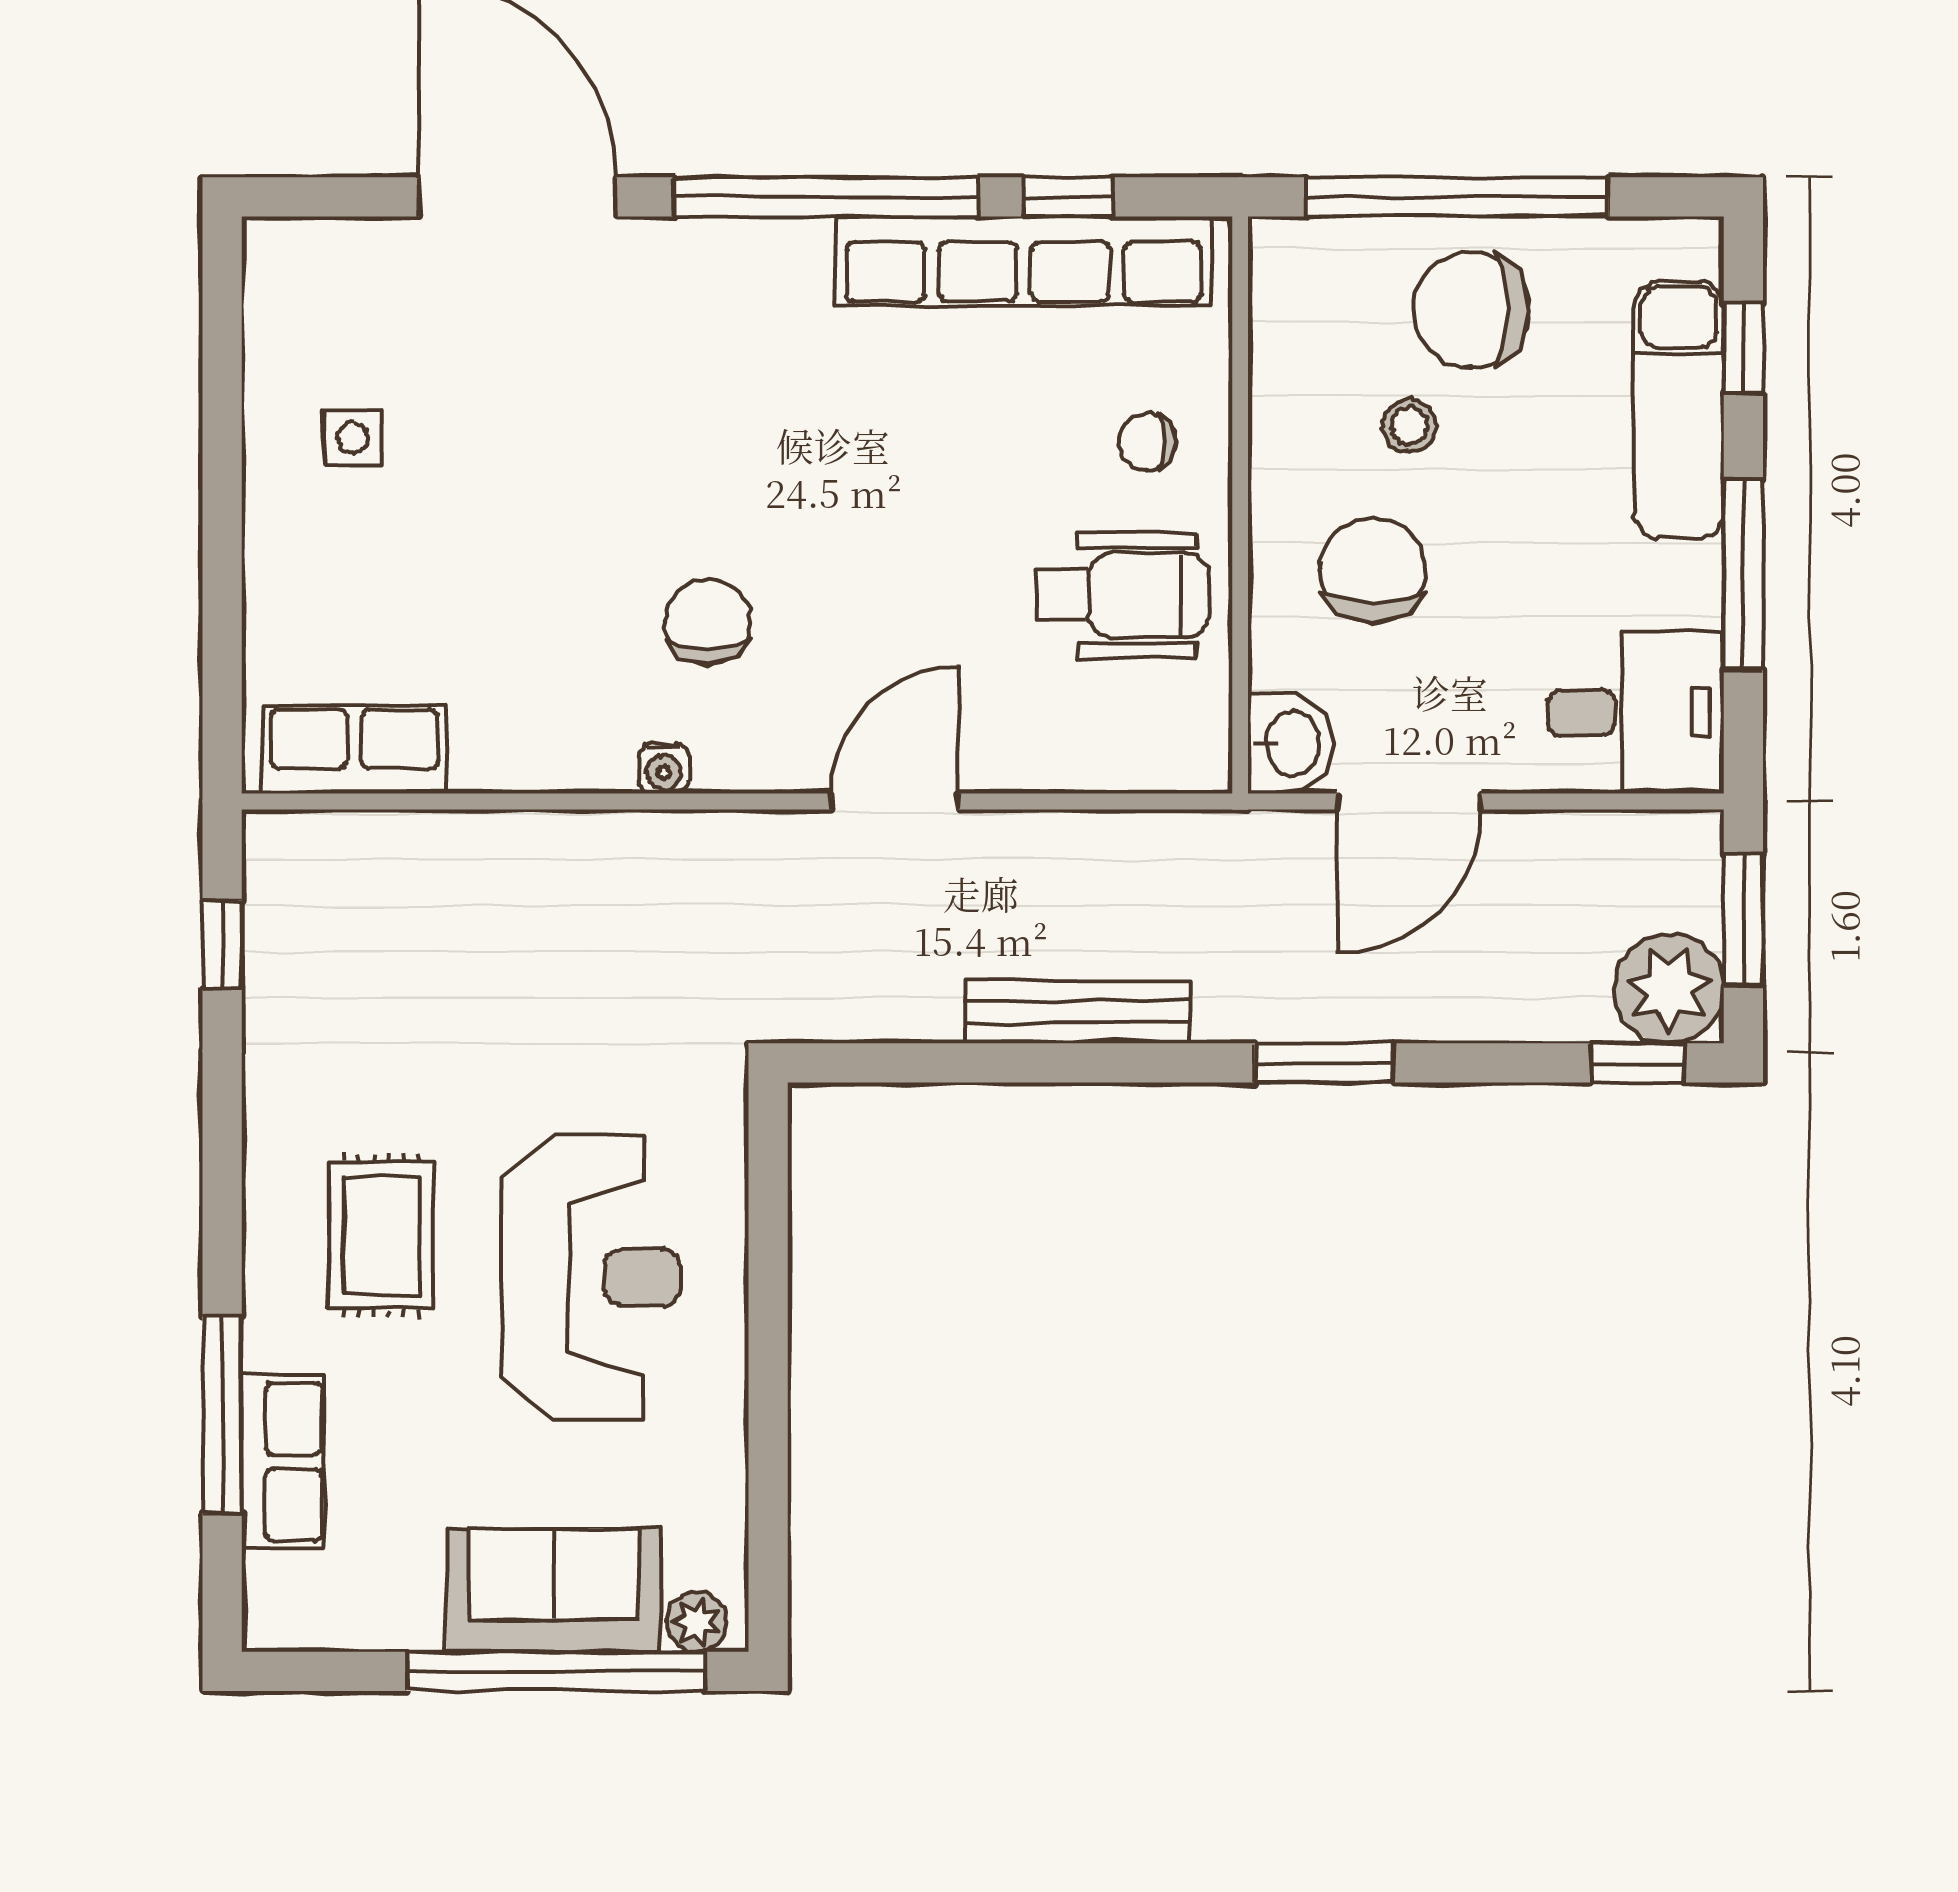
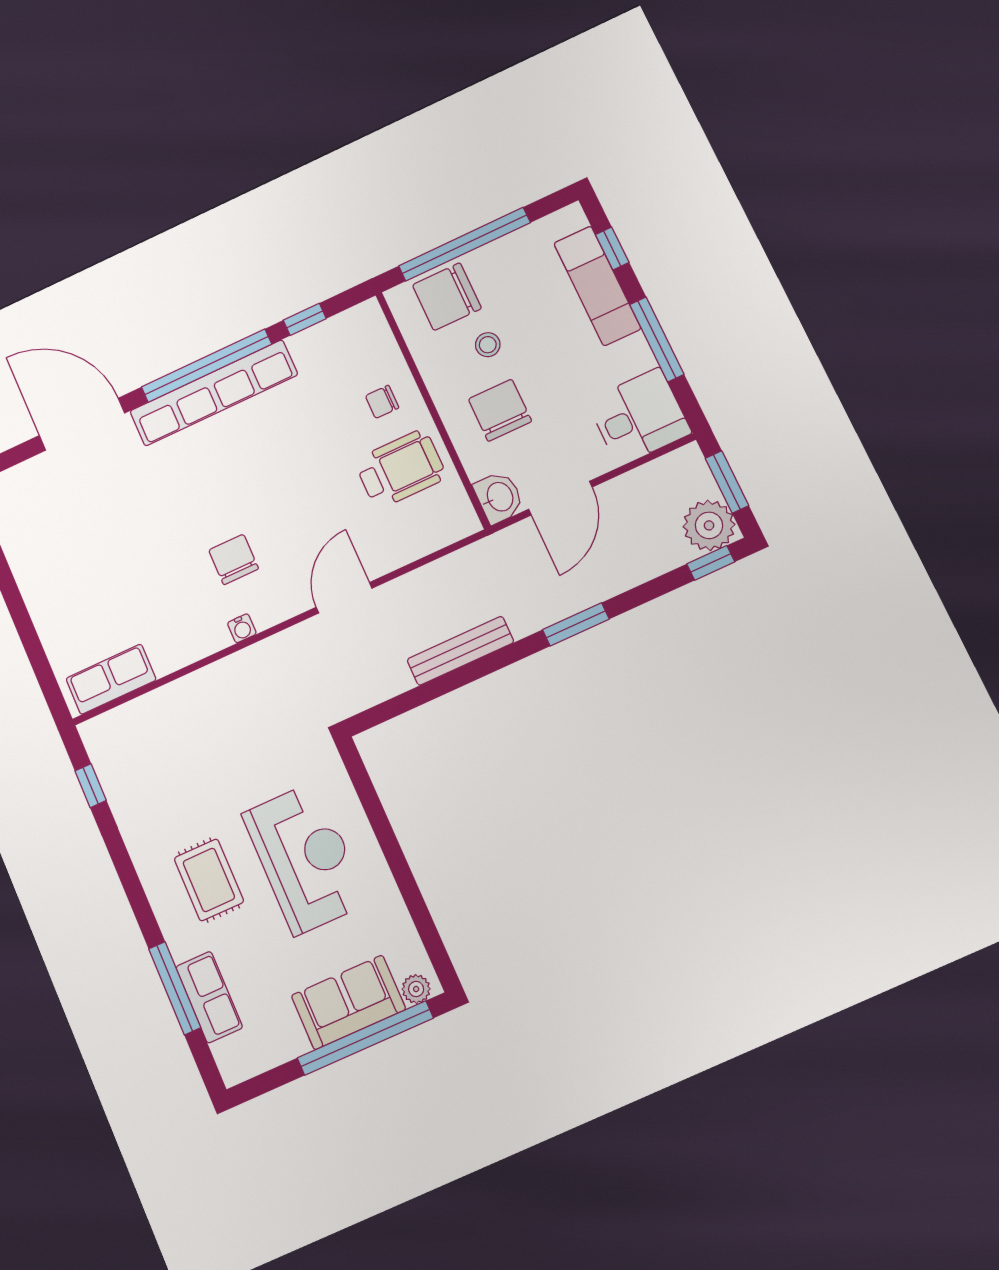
row of seats: (1024, 261) -> (214, 393), moved
chair: (1471, 309) -> (447, 297), moved
side table: (353, 438) -> (57, 552), removed

